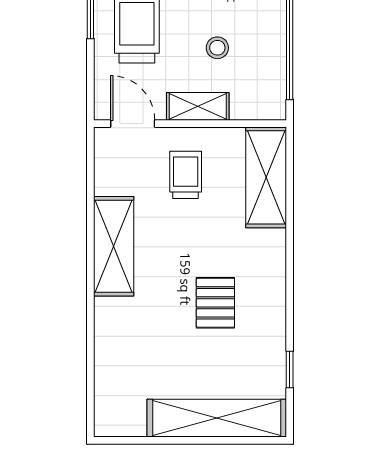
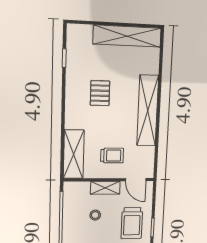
trolley: (186, 175) -> (112, 156), turned -90
shelving: (114, 246) -> (148, 111), width x1.47
shelving: (217, 418) -> (127, 36), moved

